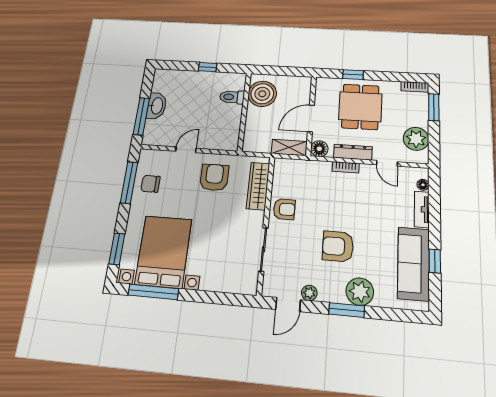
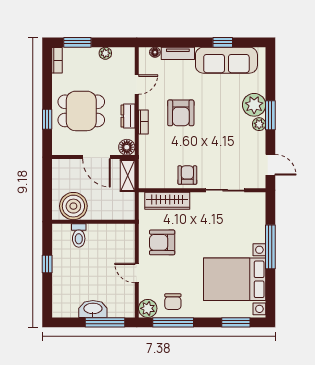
plant: (416, 139) -> (105, 53), width x0.53, depth x0.53
dresser: (353, 152) -> (128, 116), width x0.70
plant: (148, 158) -> (148, 308), added
armchair: (338, 246) -> (181, 113), moved
window: (153, 292) -> (270, 247), moved
plant: (309, 293) -> (259, 124), moved

